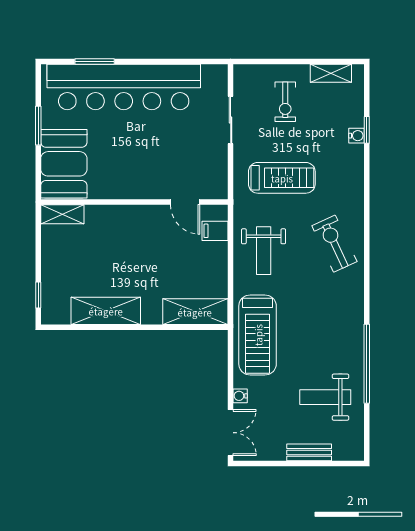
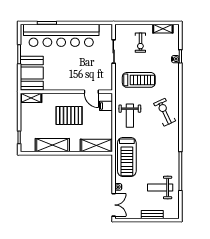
pallet: (140, 250) -> (69, 115), added

